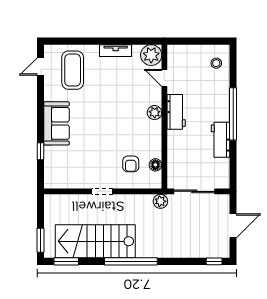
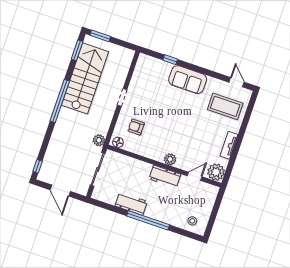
floor lamp: (155, 165) -> (118, 142), moved

